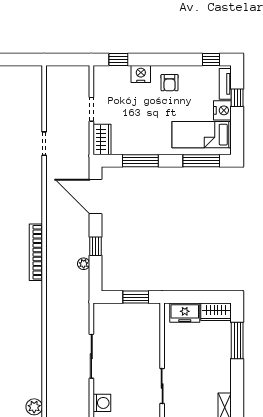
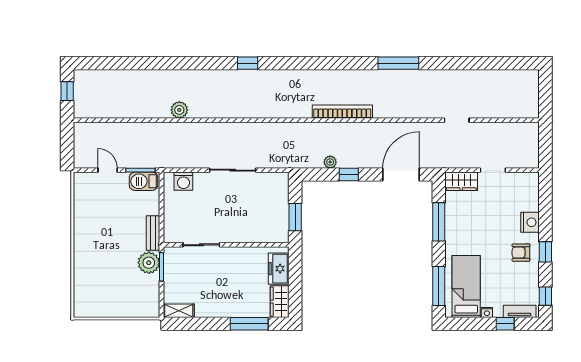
window: (118, 59) -> (545, 252), moved
nightstand: (222, 110) -> (487, 312), width x0.53, depth x0.56

